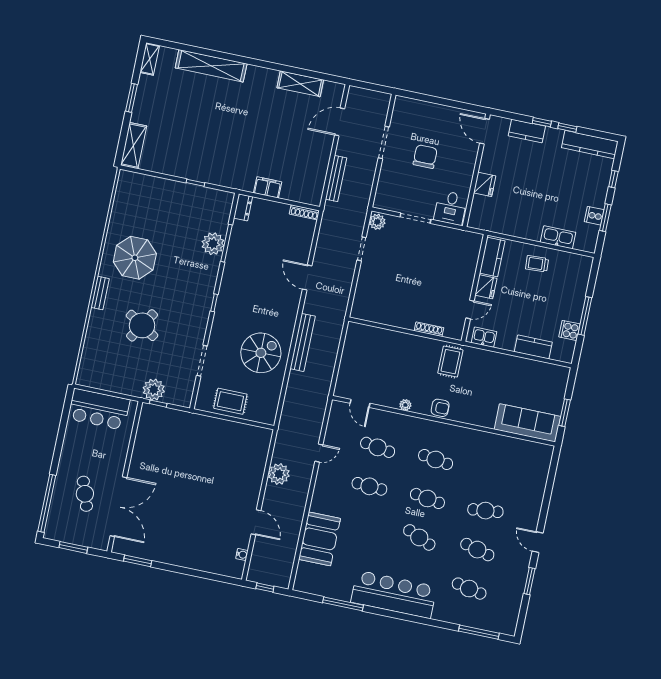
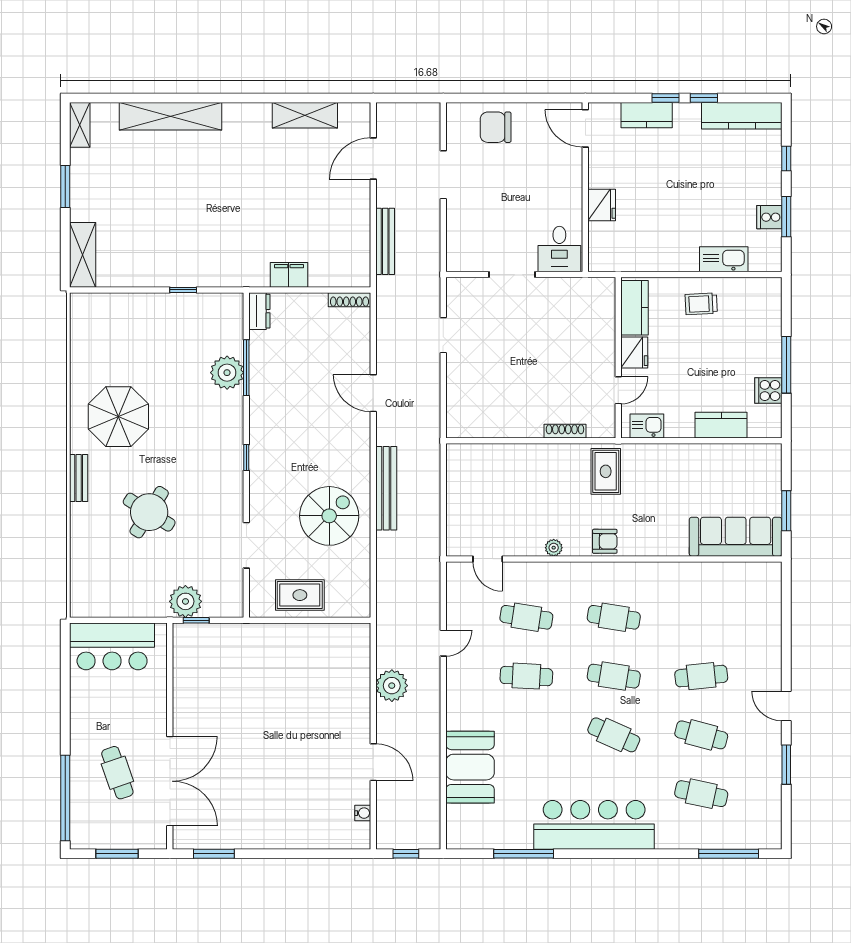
chair: (425, 157) -> (496, 127), moved, turned -90
plant: (377, 222) -> (458, 291), removed

